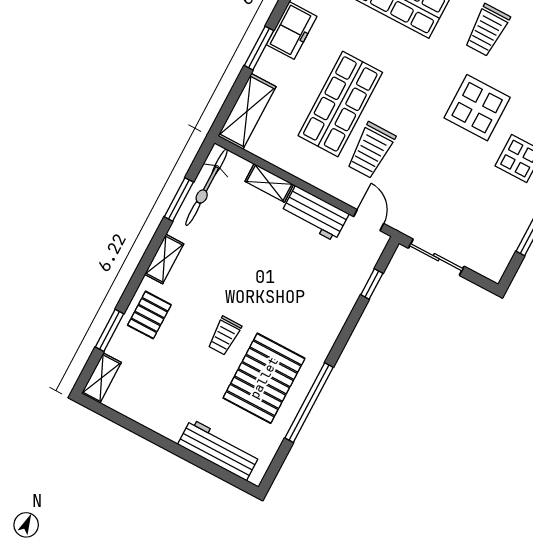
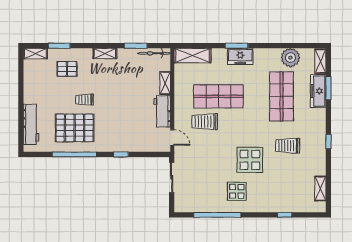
window: (259, 48) -> (237, 46), moved
bicycle: (207, 187) -> (154, 53), width x0.73, depth x0.71
door: (369, 220) -> (172, 137), hinge flipped
window: (372, 284) -> (121, 154), moved
pallet: (149, 315) -> (67, 69), moved

